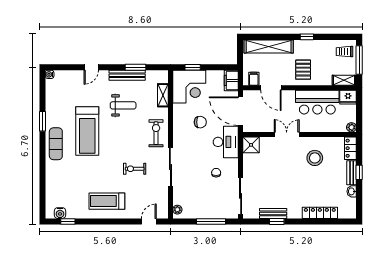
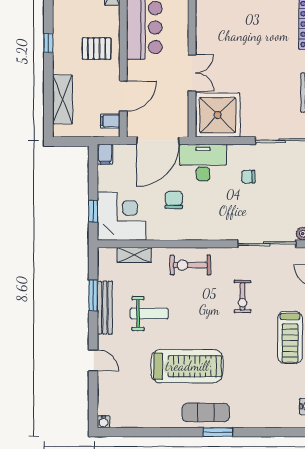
shelving: (269, 46) -> (63, 99), width x0.68
filing cabinet: (231, 80) -> (105, 154), width x0.50
weight bench: (123, 105) -> (149, 314), turned 90
window: (42, 121) -> (218, 432), moved
double door: (287, 134) -> (192, 73), swing flipped
shower: (251, 145) -> (218, 115), width x1.86, depth x1.86
stool: (315, 158) -> (227, 31), removed
sliding door: (170, 167) -> (267, 244), moved

